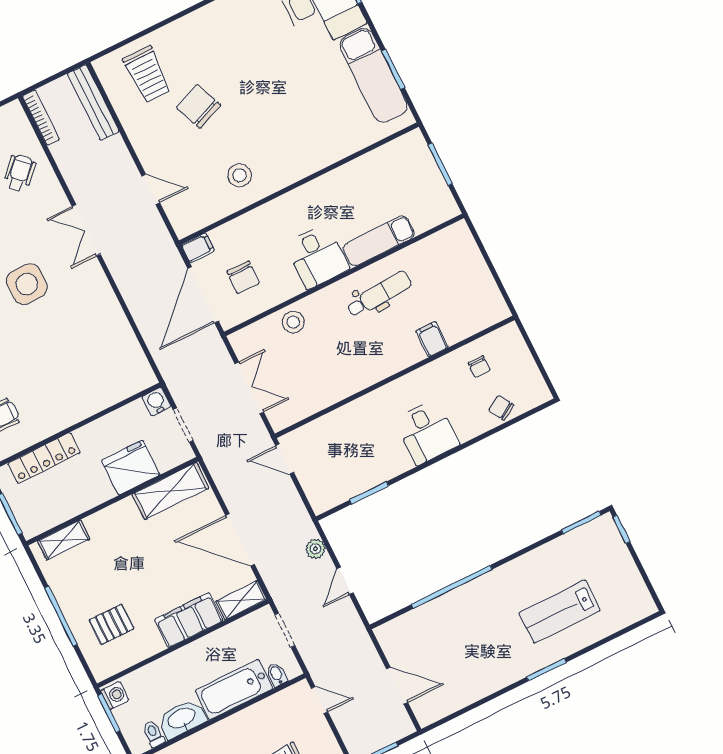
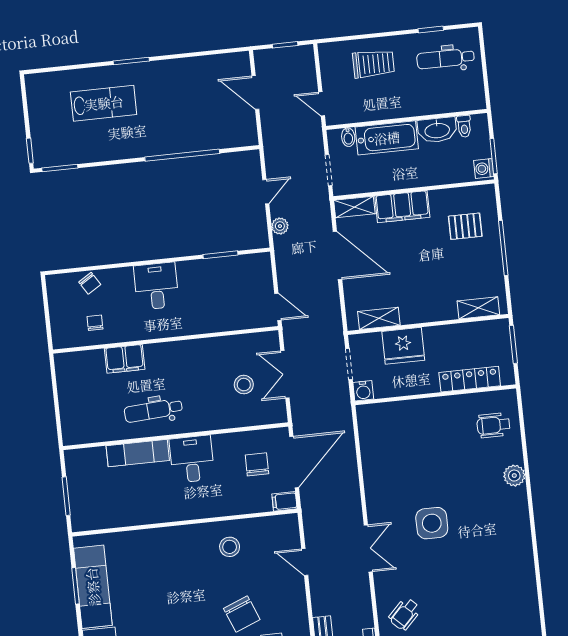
stool: (293, 322) -> (244, 385), moved
filing cabinet: (432, 339) -> (125, 359), width x2.00
shelving: (170, 491) -> (379, 318), width x0.67, depth x0.75

